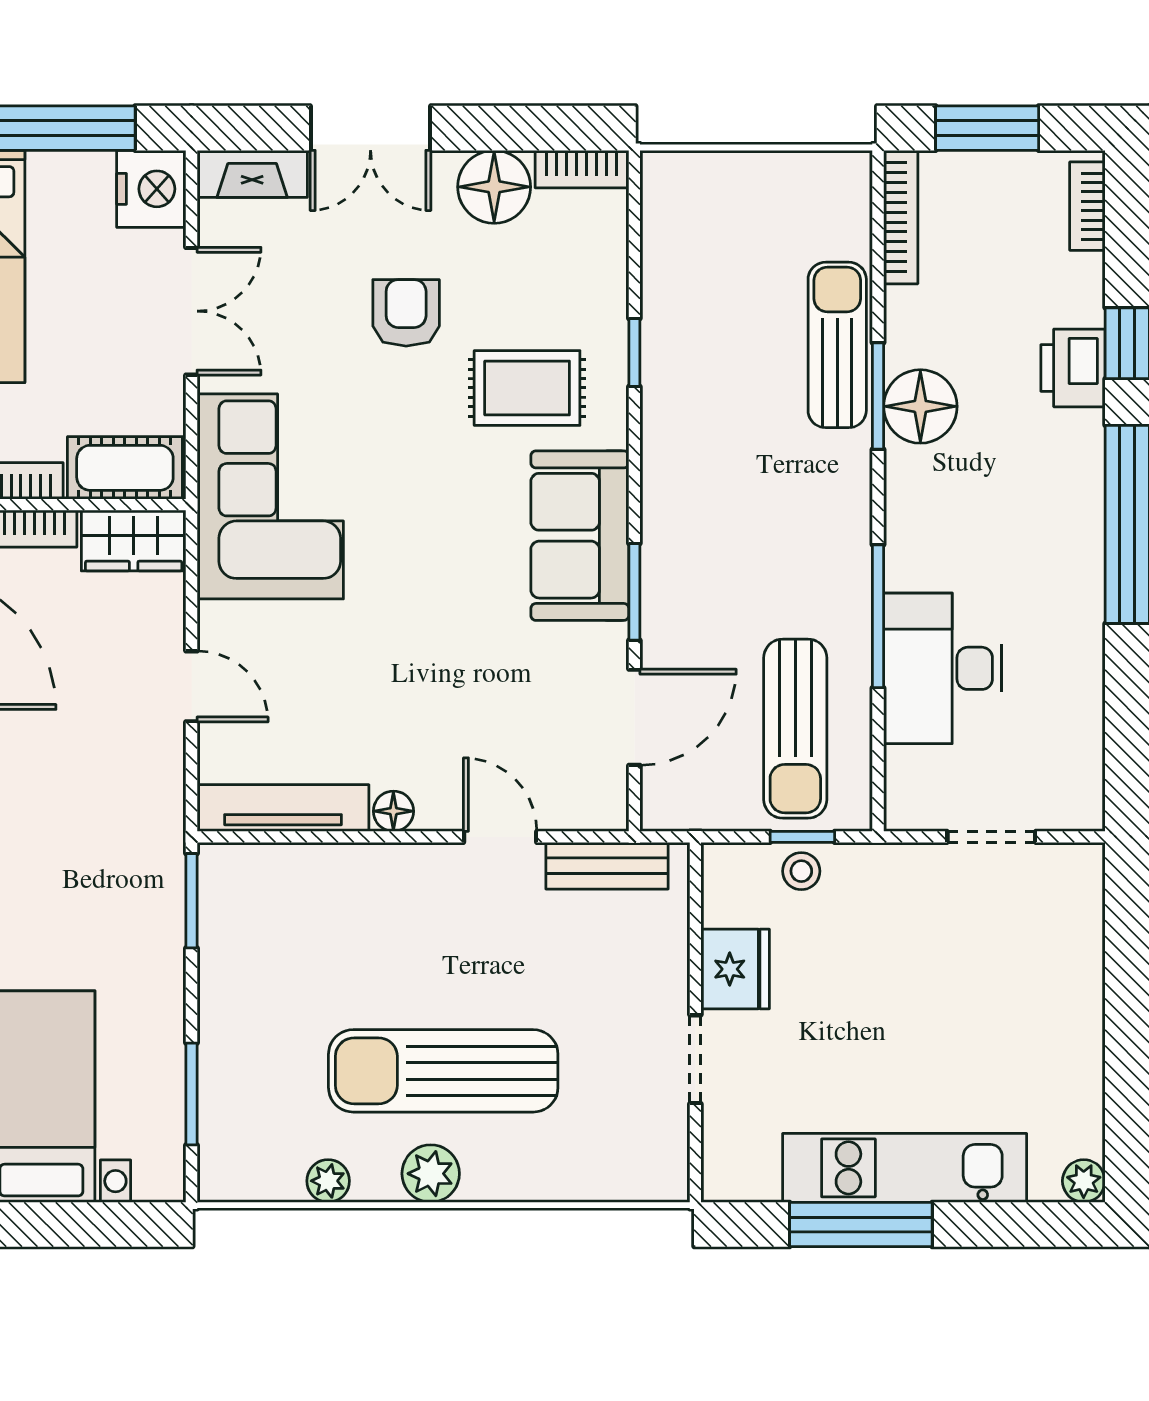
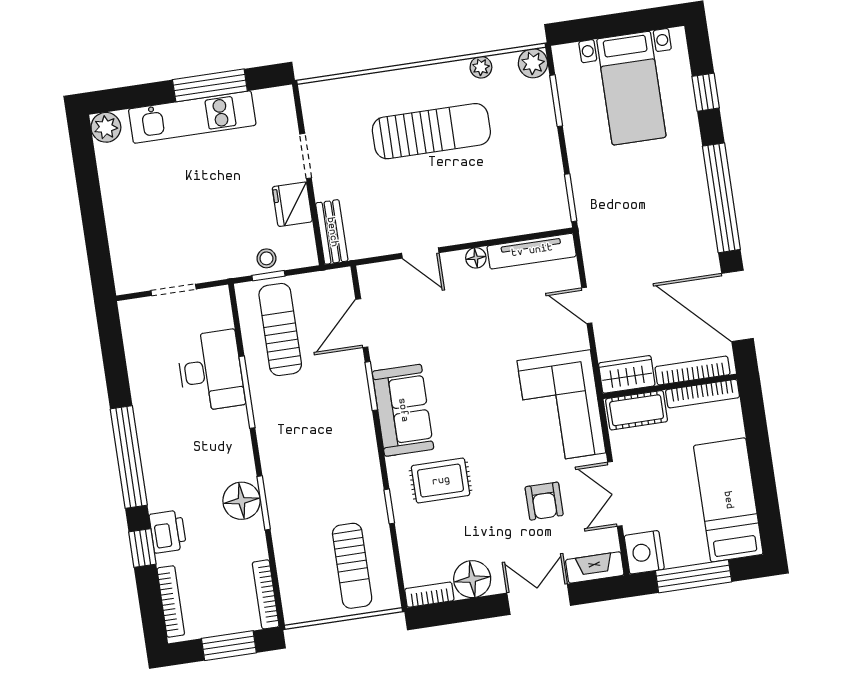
bookcase: (1087, 206) -> (171, 601), width x1.56
armchair: (406, 313) -> (544, 501), moved
sun lounger: (837, 345) -> (352, 566), moved
bench: (607, 866) -> (332, 232), moved, turned 90
plant: (431, 1174) -> (533, 63), moved
plant: (1084, 1181) -> (106, 127), width x1.38, depth x1.38

